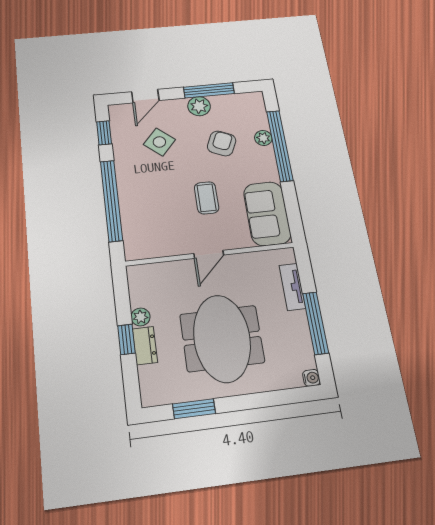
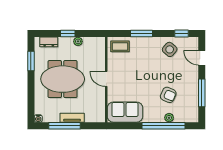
plant: (199, 106) -> (192, 86), removed
side table: (159, 142) -> (170, 49), moved
coffee table: (207, 198) -> (120, 46), moved
window: (111, 200) -> (142, 34), width x0.47
tv unit: (292, 287) -> (72, 118), moved
dresser: (145, 346) -> (49, 42), moved

